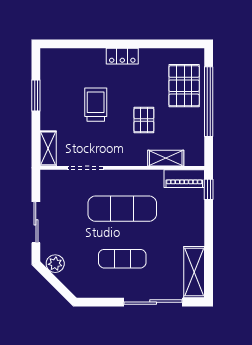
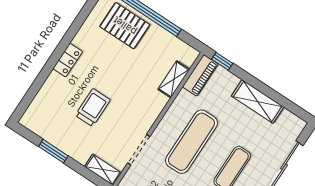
trolley: (96, 105) -> (93, 108), turned 90
pallet: (144, 120) -> (131, 77), removed
shelving: (194, 272) -> (258, 102), moved

